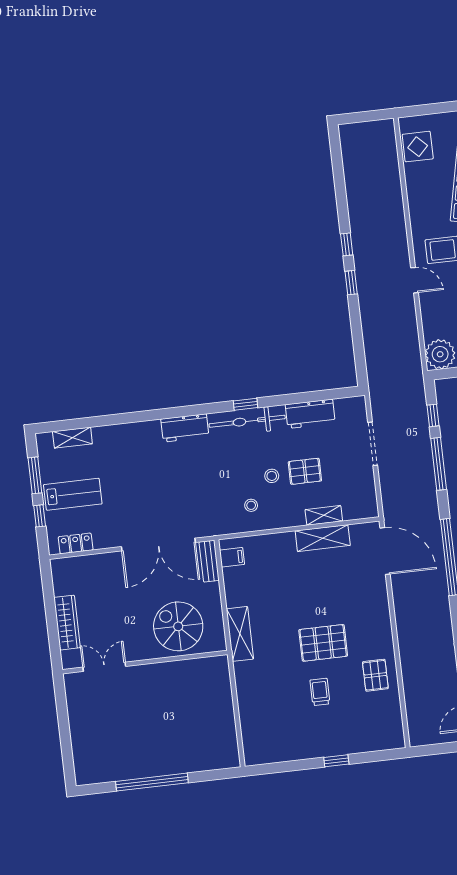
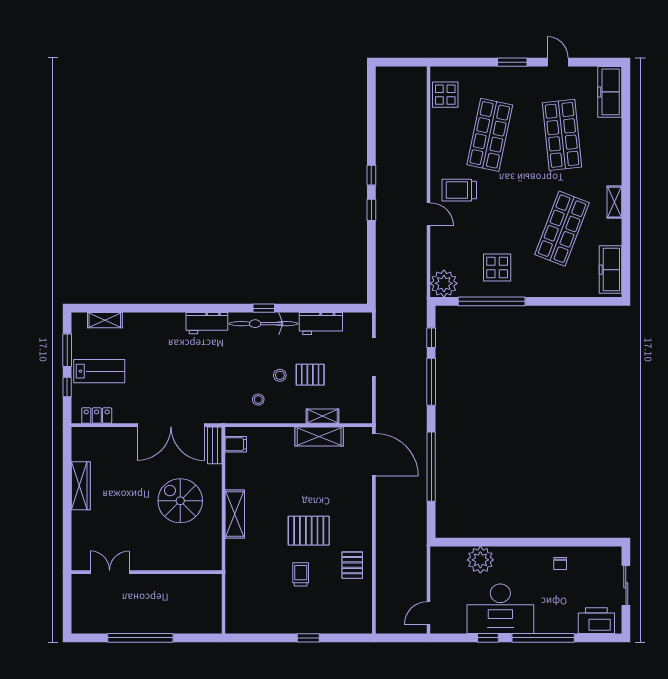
wall: (145, 662) -> (147, 572), moved
double door: (104, 667) -> (110, 572), moved

